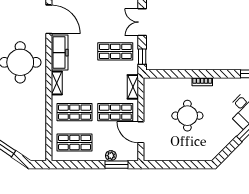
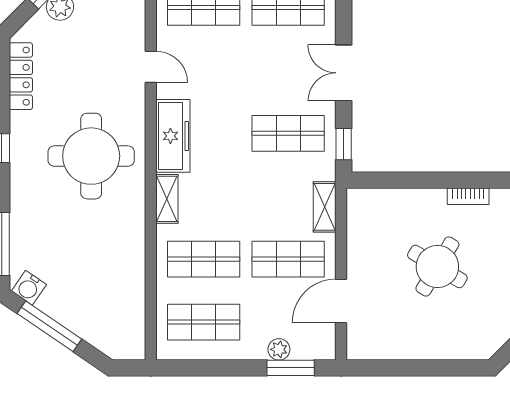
door: (49, 19) -> (151, 67), width x0.53
round table: (187, 116) -> (437, 266), turned 31
door: (141, 132) -> (341, 301), hinge flipped

